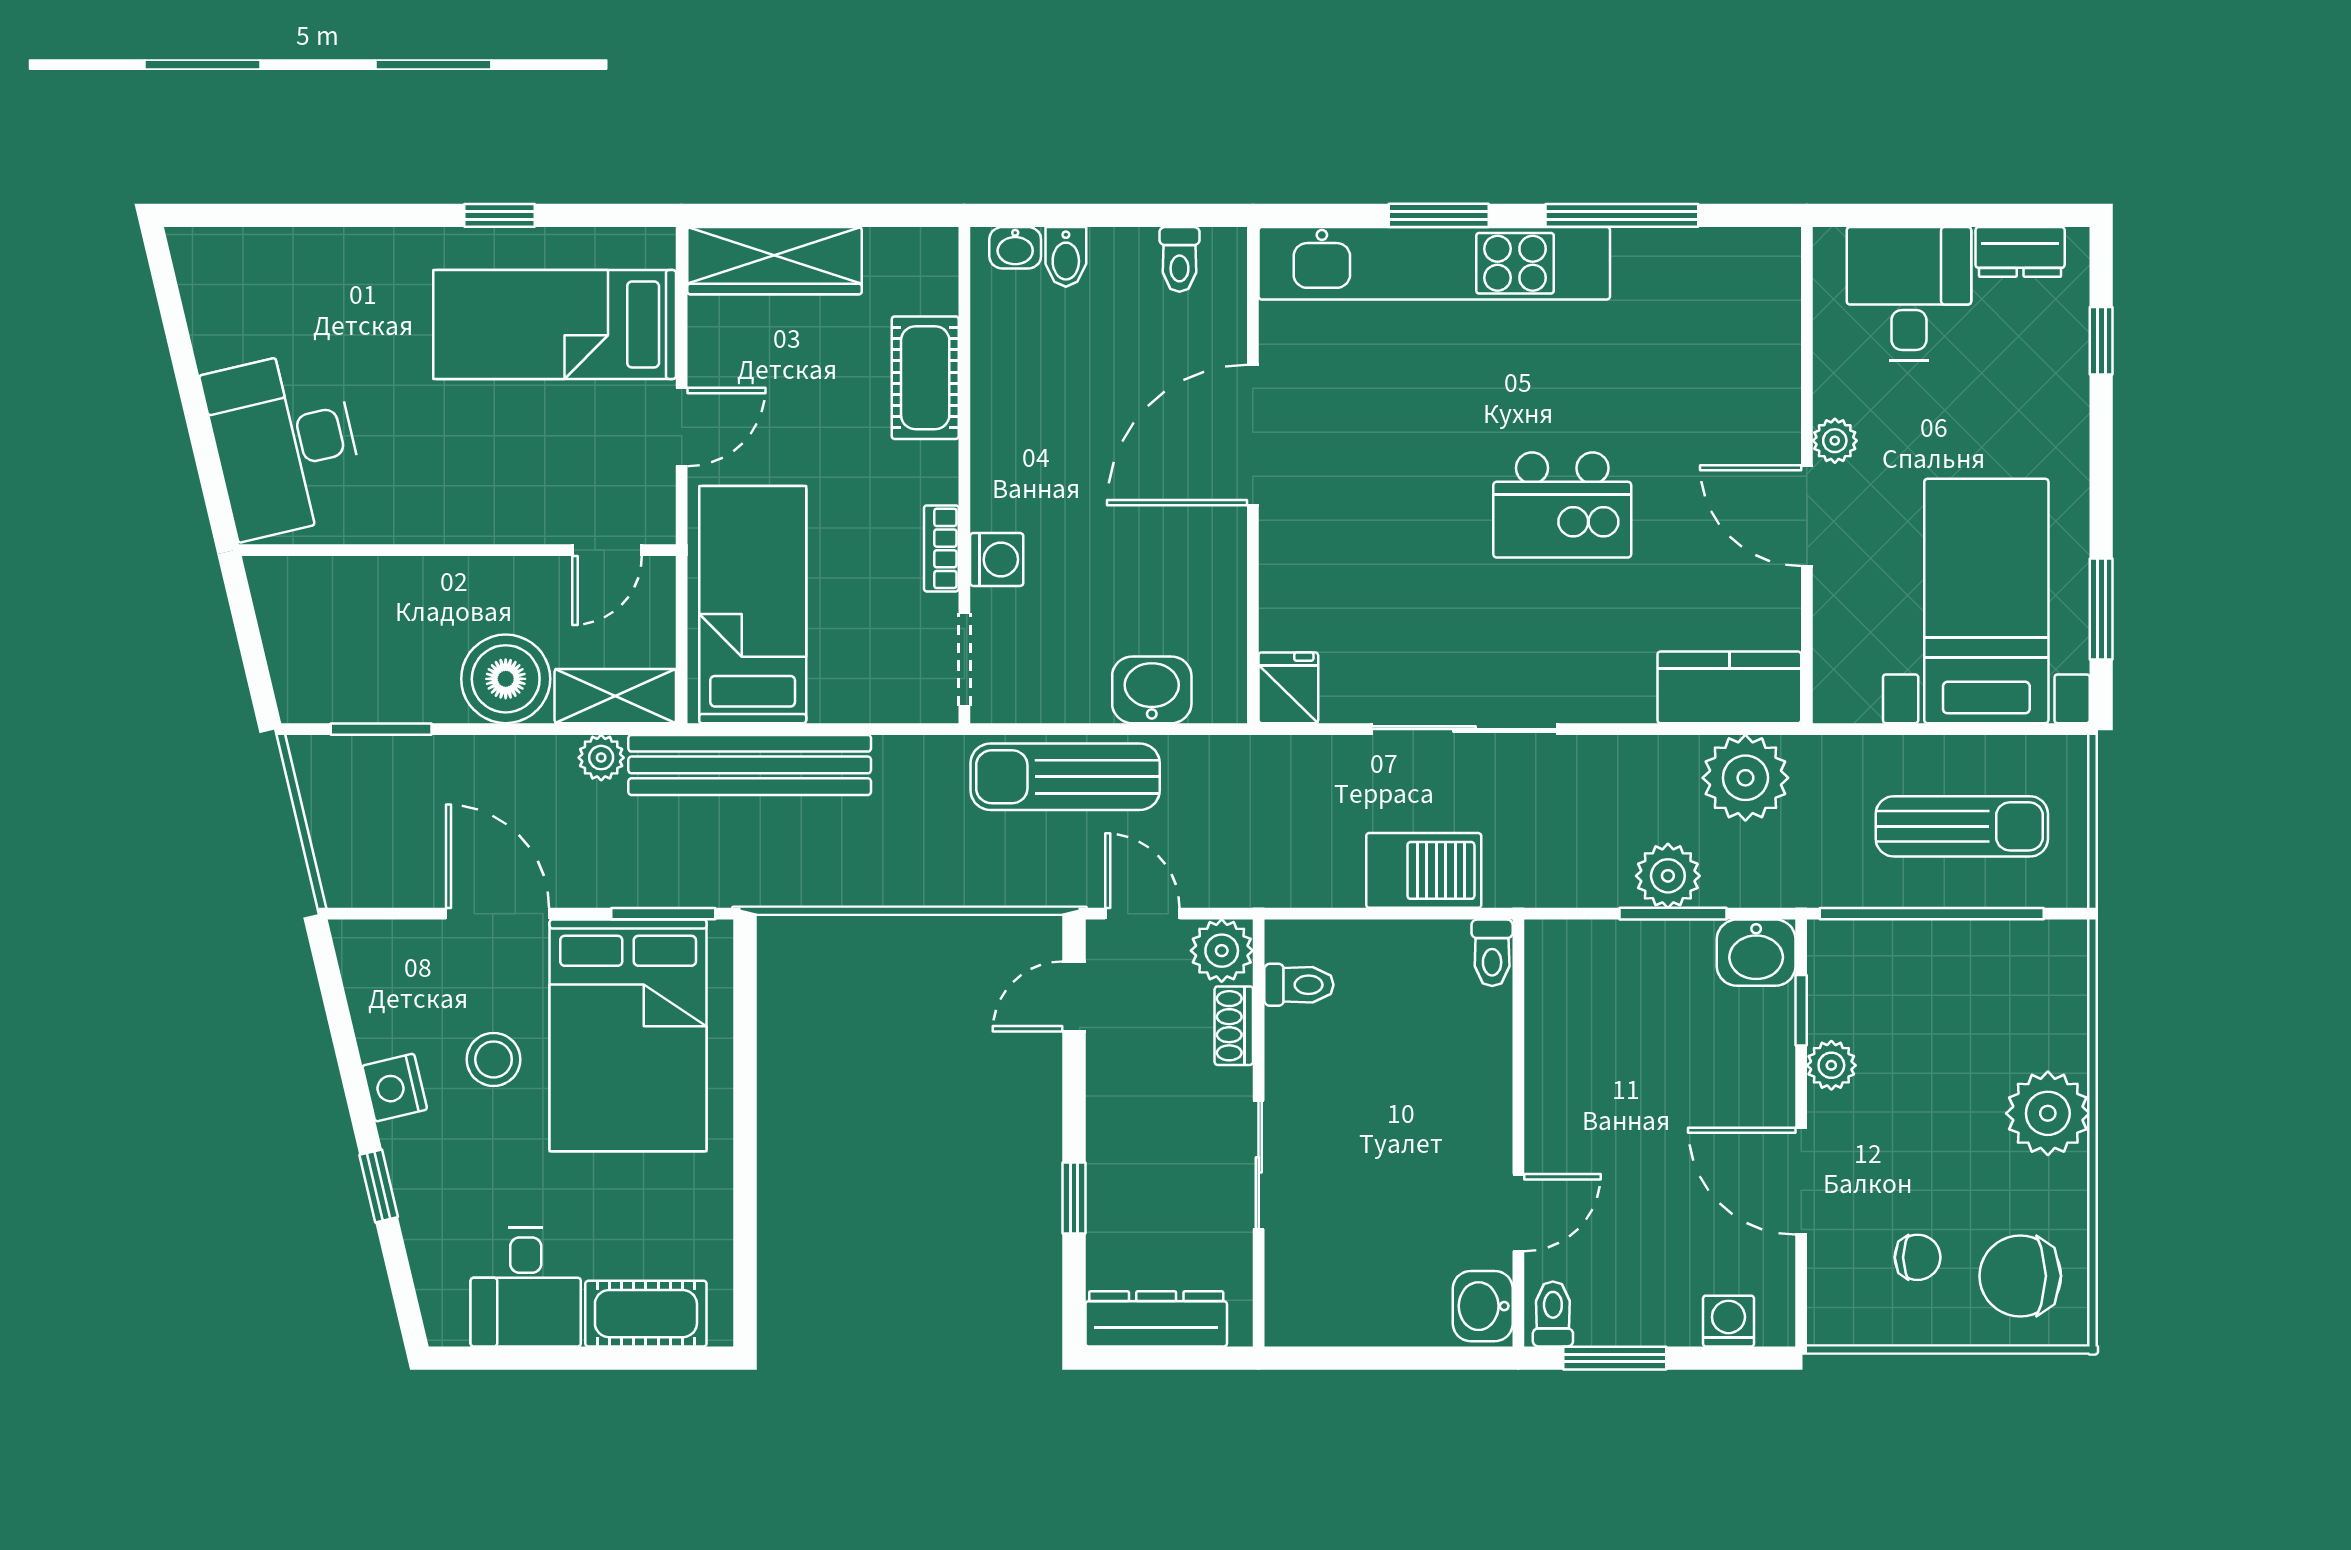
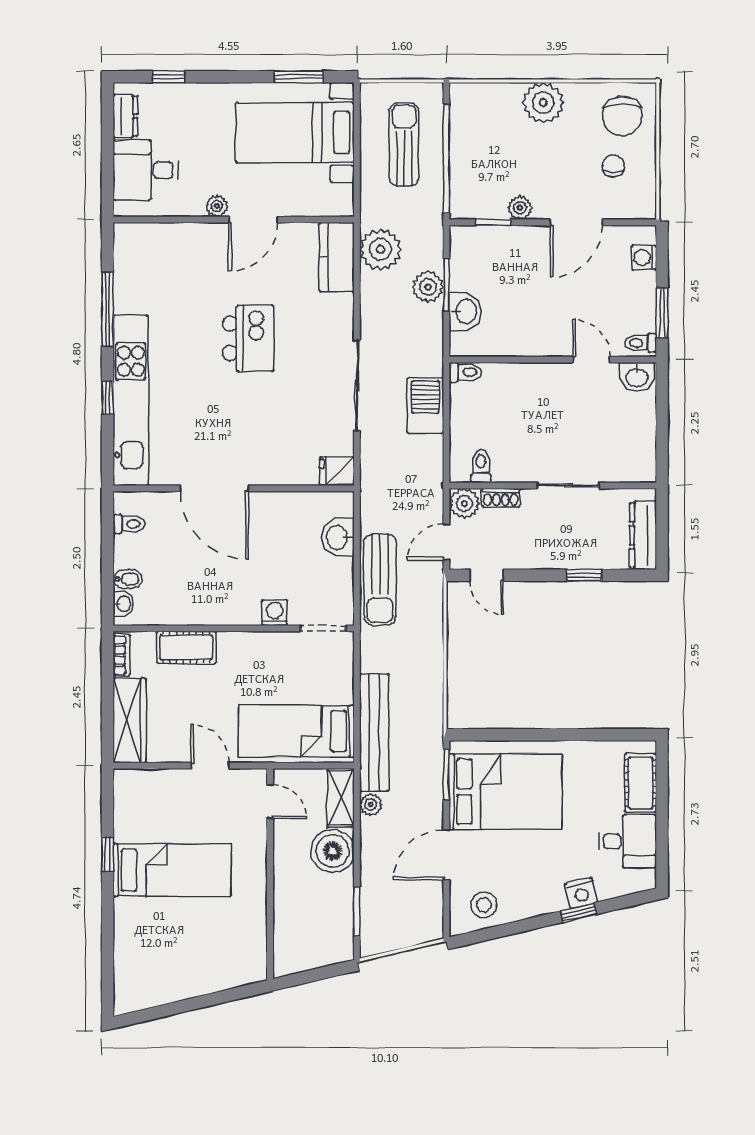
window: (1439, 215) -> (108, 398), width x0.67
bed: (555, 324) -> (172, 870), moved, turned -90
desk: (285, 444) -> (218, 958), removed
bookcase: (941, 548) -> (122, 655), moved, turned -90
washbasin: (1756, 953) -> (465, 311), moved
stool: (494, 1059) -> (484, 905), moved
nightstand: (395, 1088) -> (581, 893), moved

